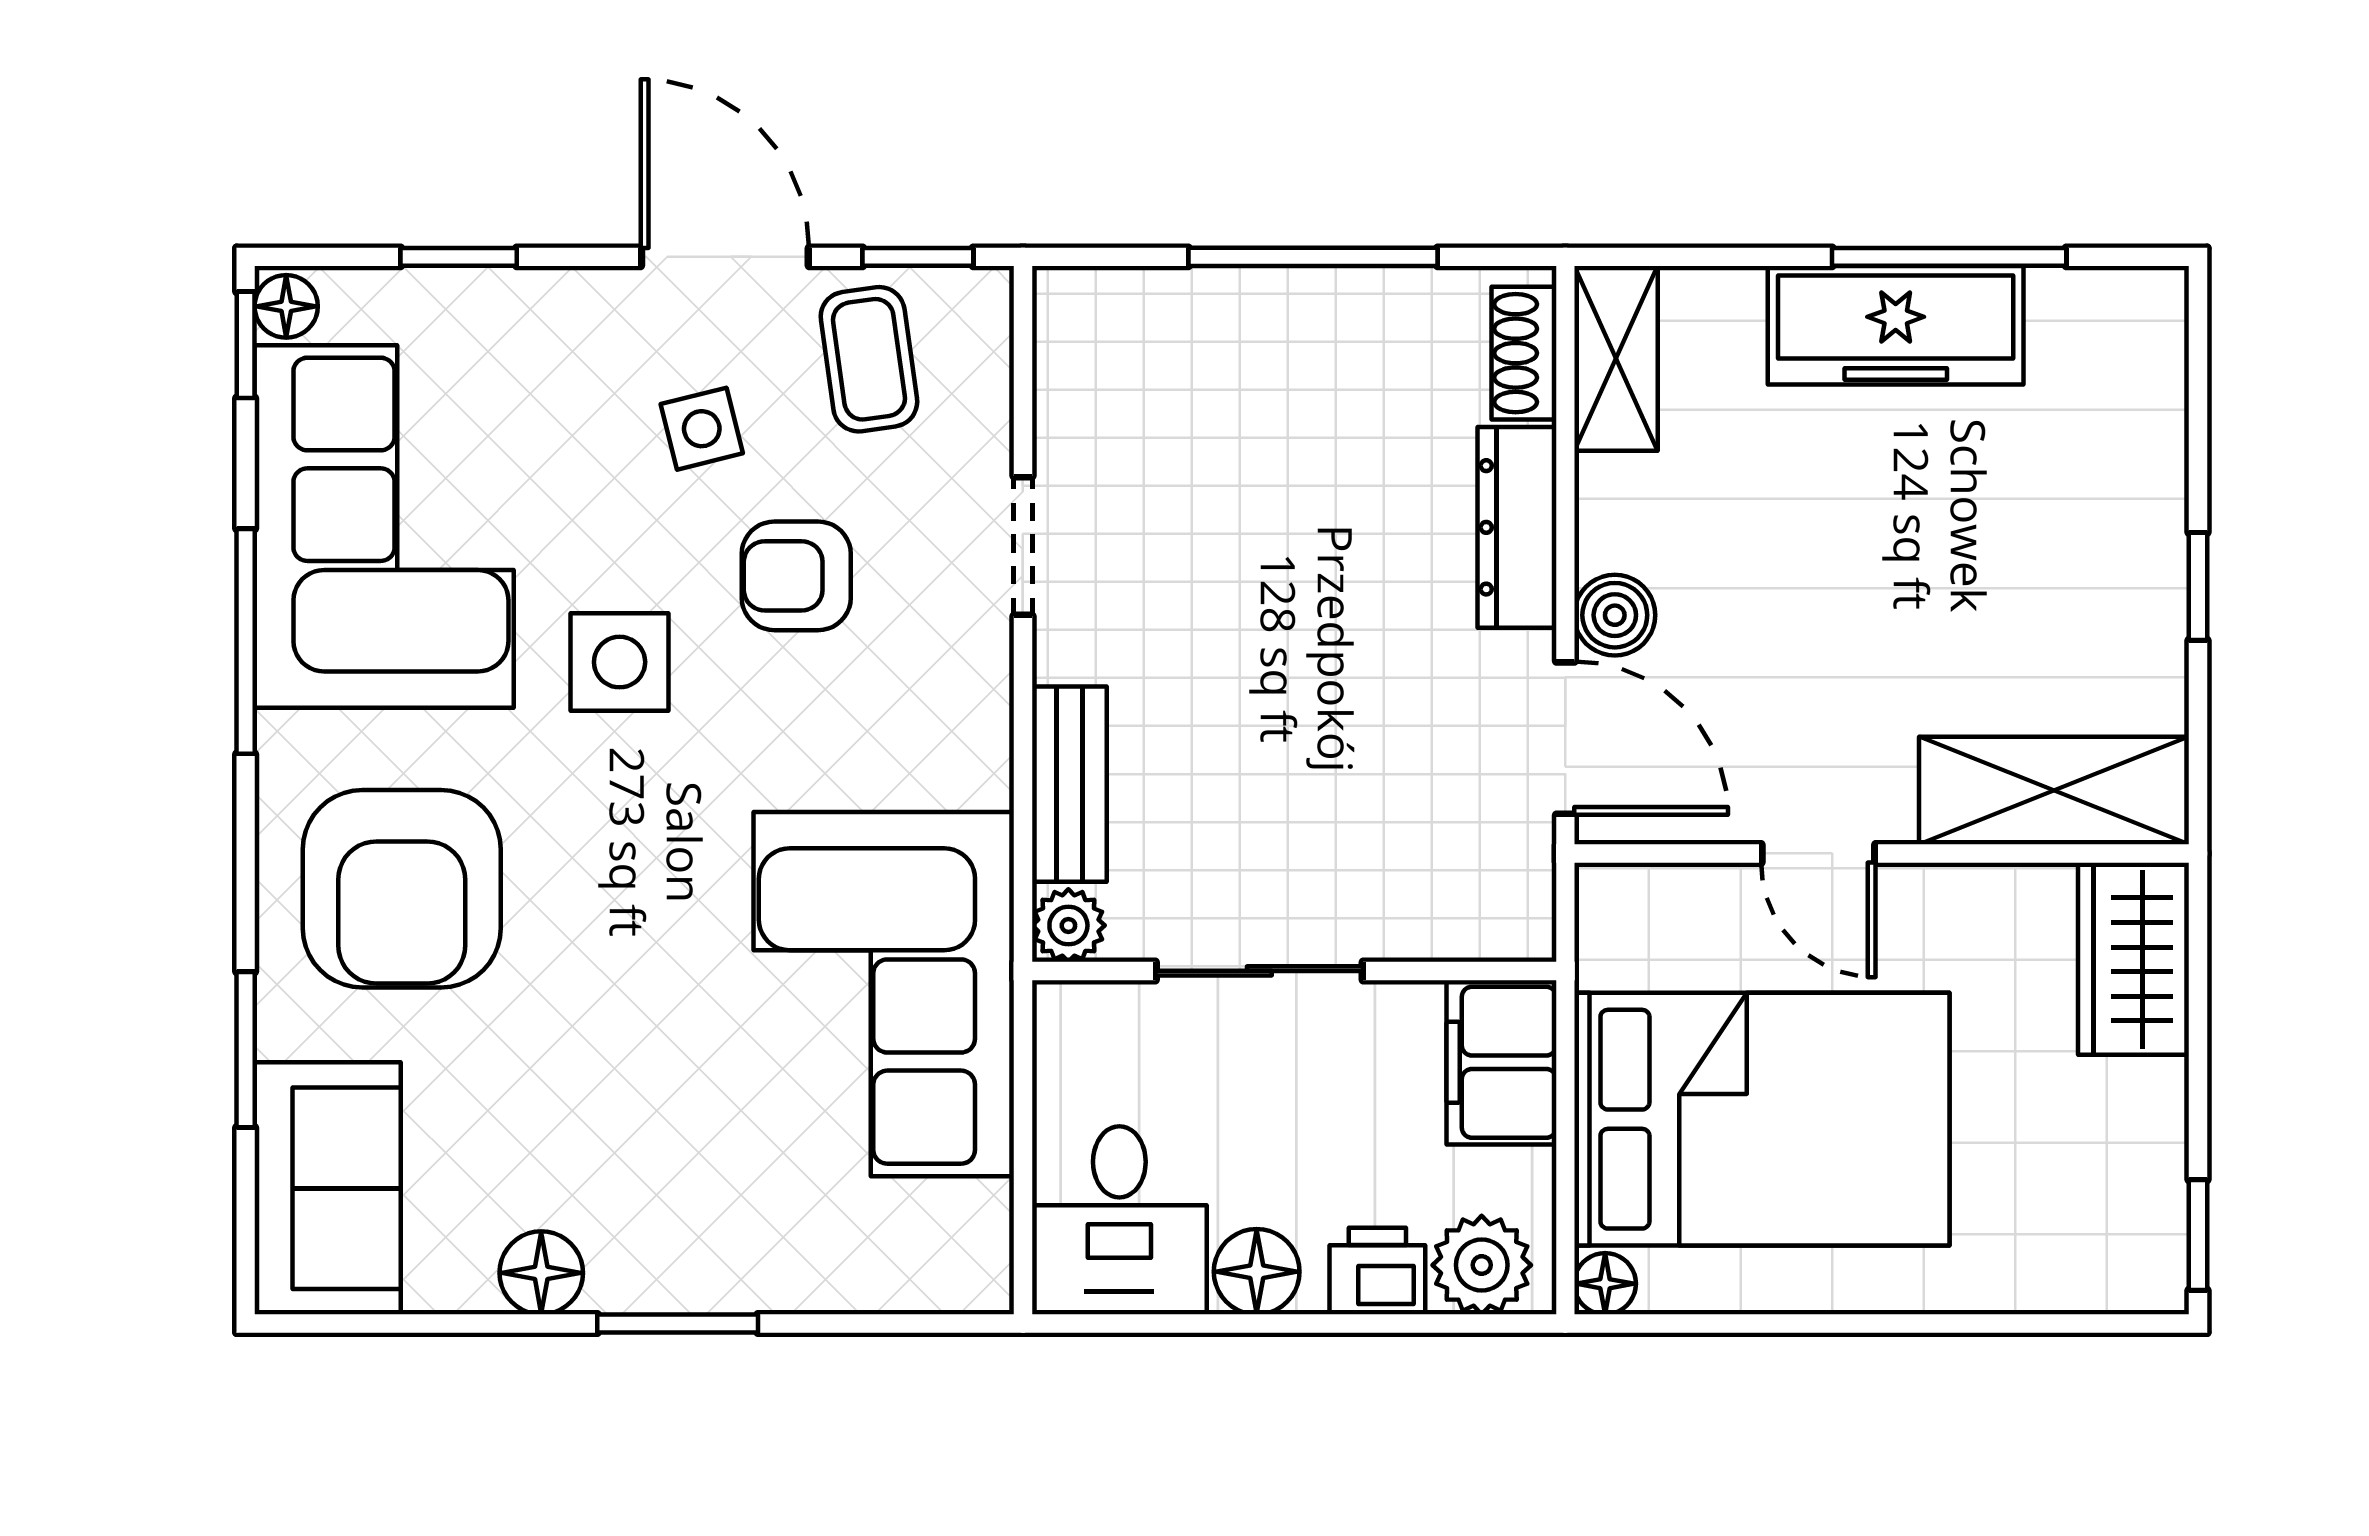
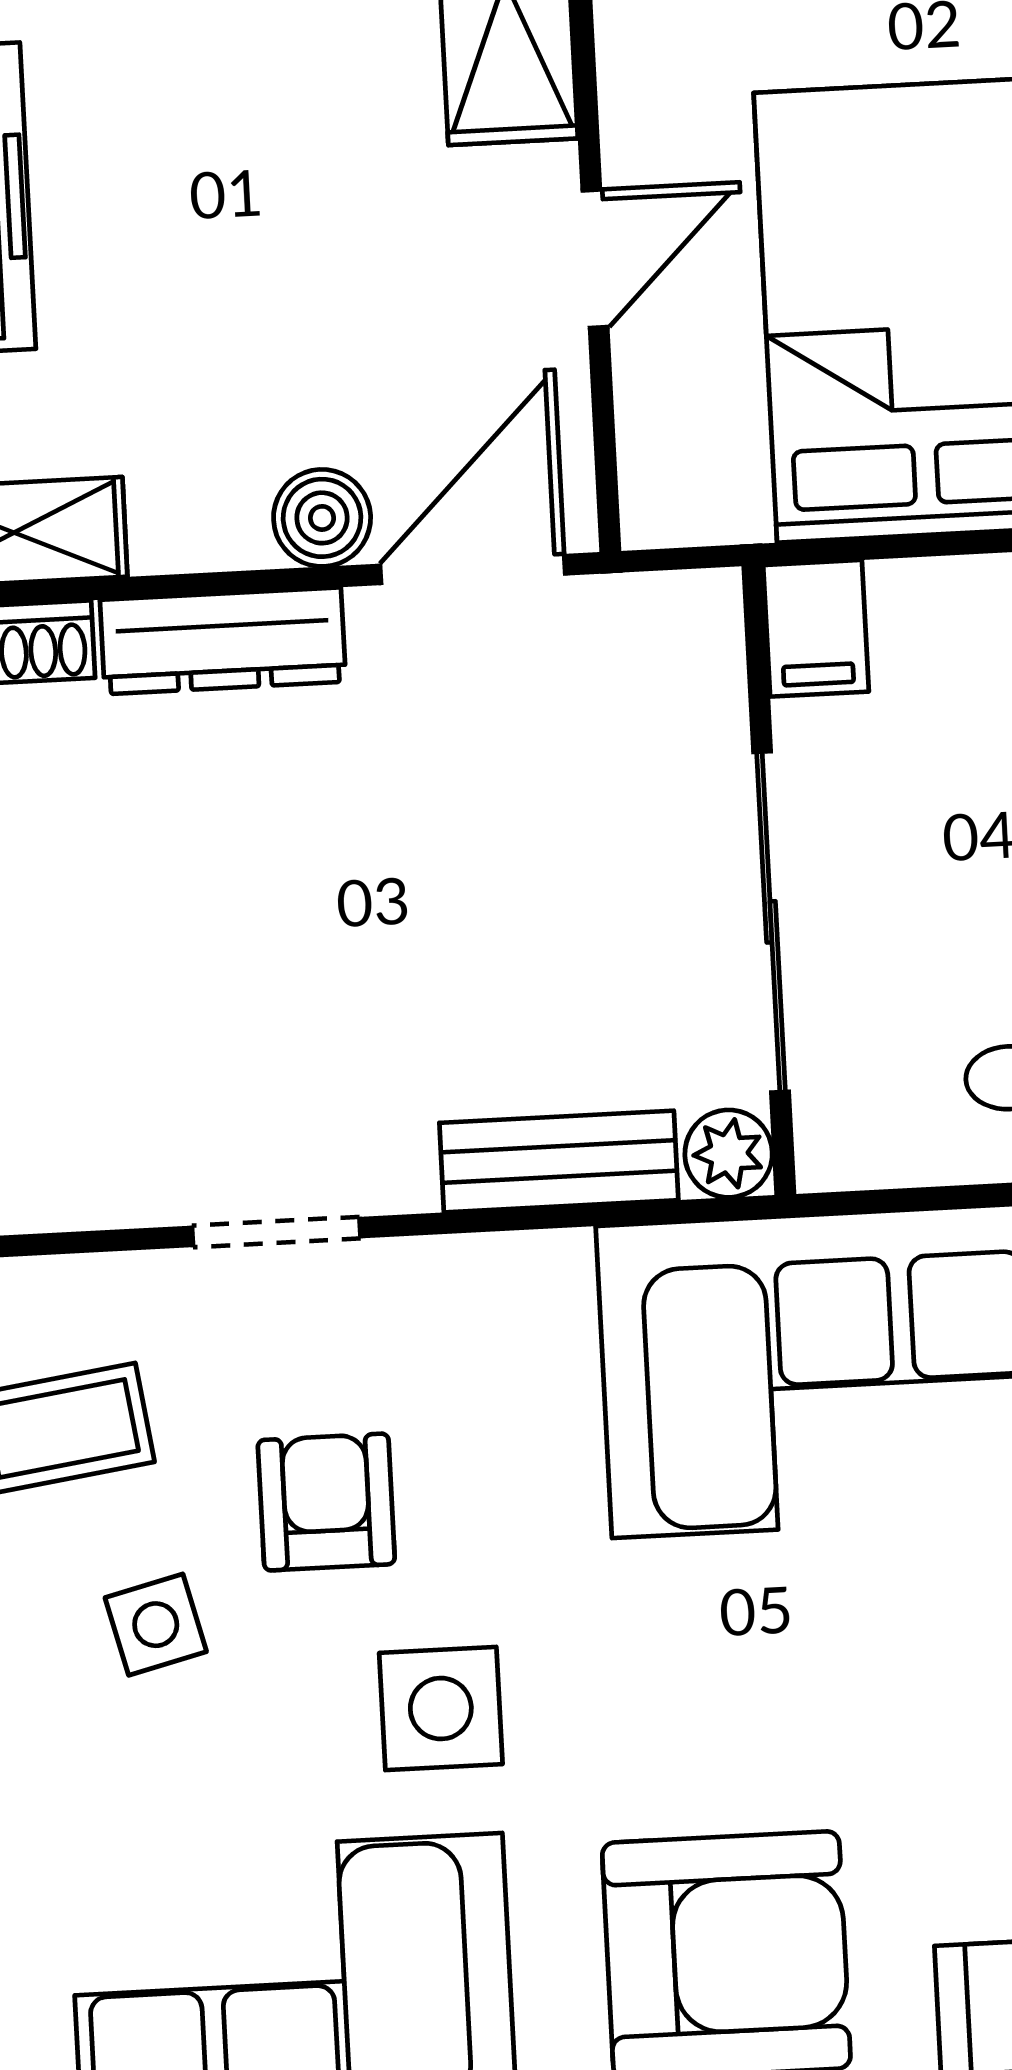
armchair: (796, 576) -> (326, 1502), turned 180
sliding door: (1259, 971) -> (771, 922), width x1.37
filing cabinet: (1501, 1062) -> (816, 628), width x0.50

